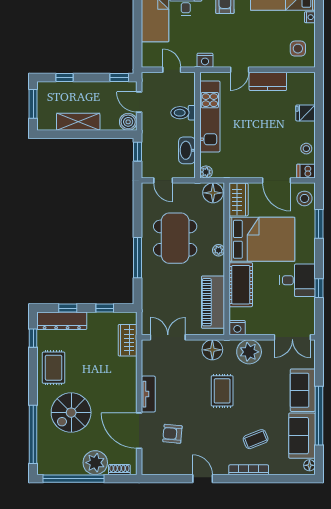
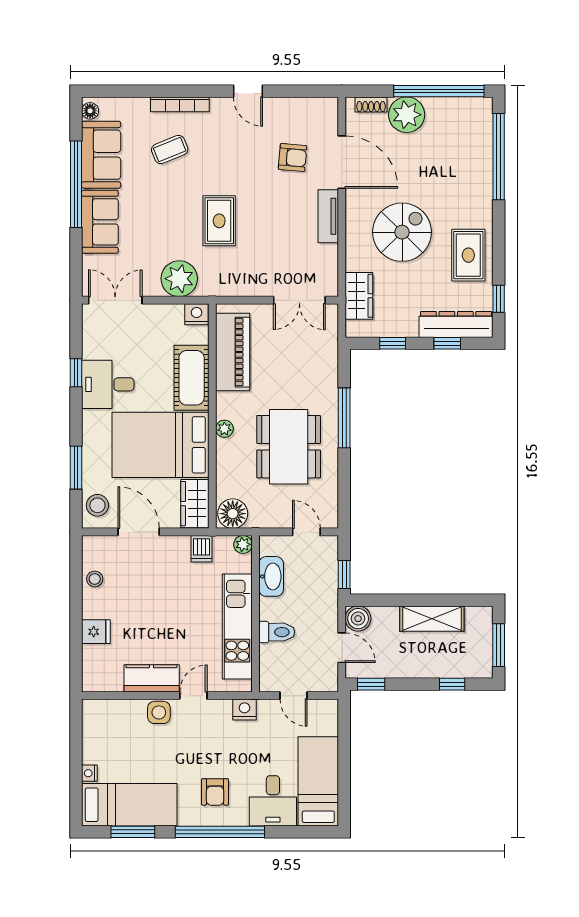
side table: (298, 49) -> (159, 712), moved
dishwasher: (306, 171) -> (201, 549), moved, turned 90
floor lamp: (212, 350) -> (234, 282), removed
spiral stairs: (71, 413) -> (402, 232), moved

